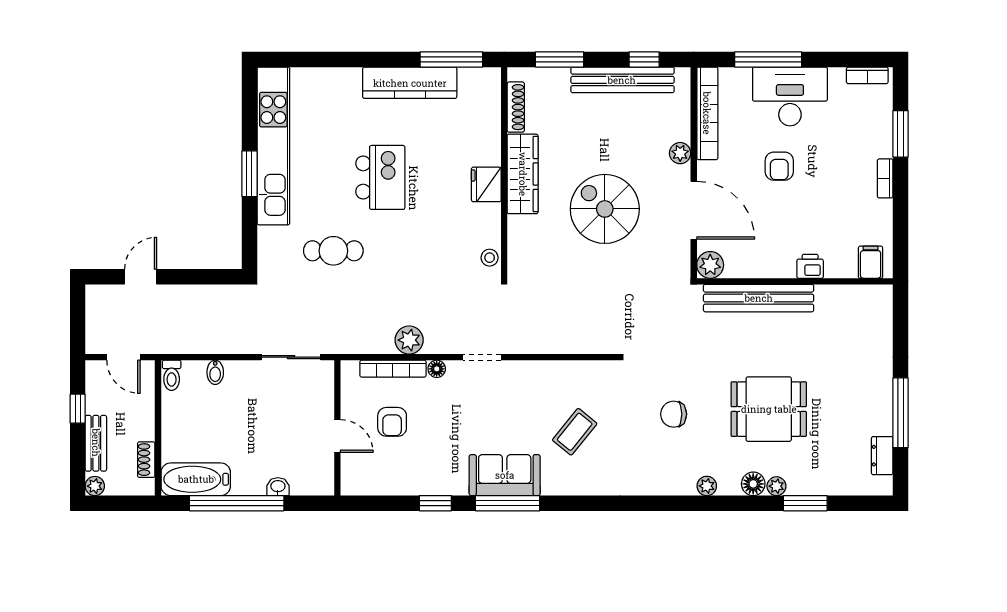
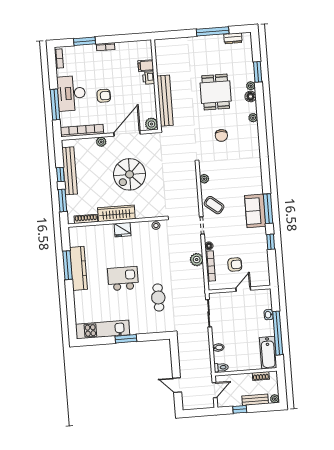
window: (451, 59) -> (67, 265), moved
window: (644, 59) -> (60, 175), moved
kitchen unit: (273, 146) -> (103, 330), width x0.73
filing cabinet: (871, 262) -> (146, 66), moved
plant: (583, 370) -> (204, 179), added
coffee table: (575, 432) -> (214, 205), moved

